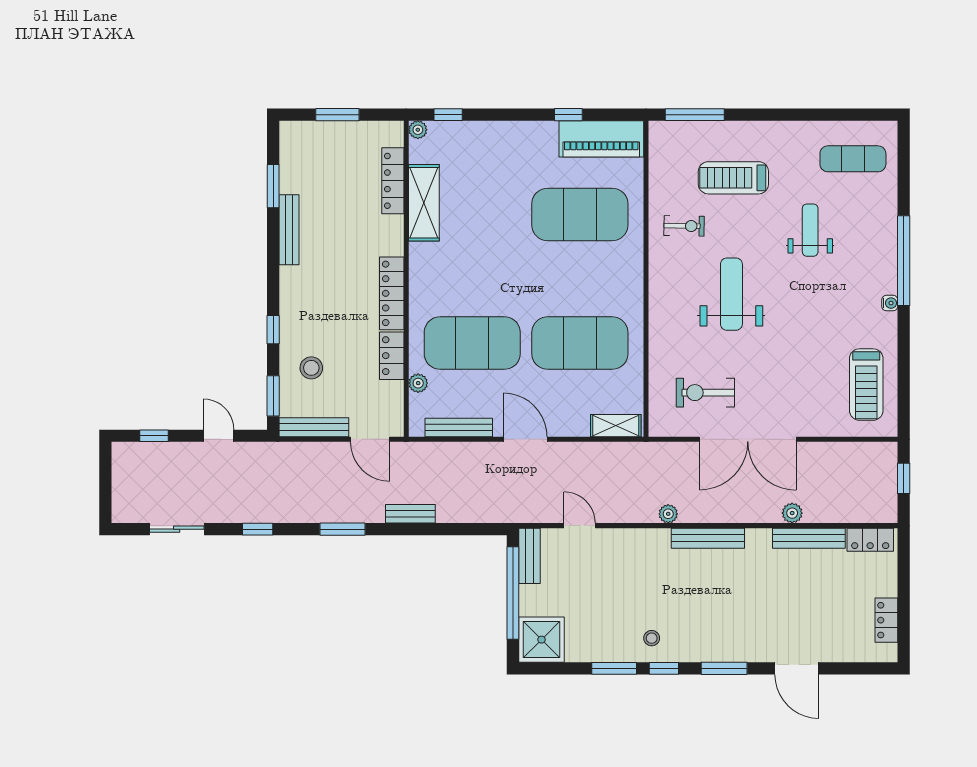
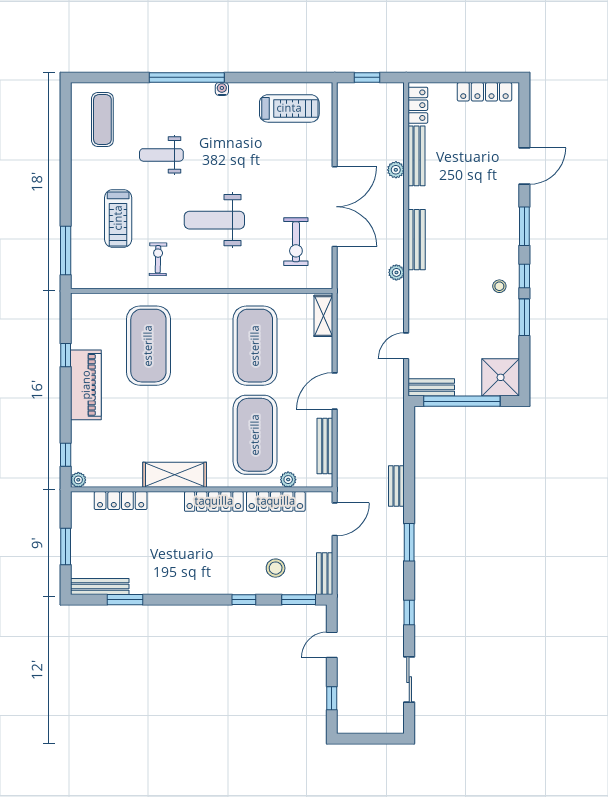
piano: (601, 139) -> (86, 385), moved
shelving: (424, 203) -> (175, 475), moved
bench: (289, 230) -> (100, 587), moved
locker: (392, 356) -> (276, 501), width x1.53
bench: (314, 427) -> (325, 574), width x0.73
locker: (886, 620) -> (484, 92), width x1.53

